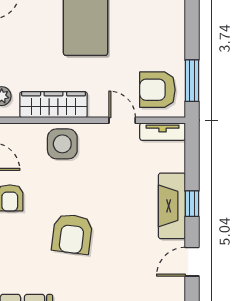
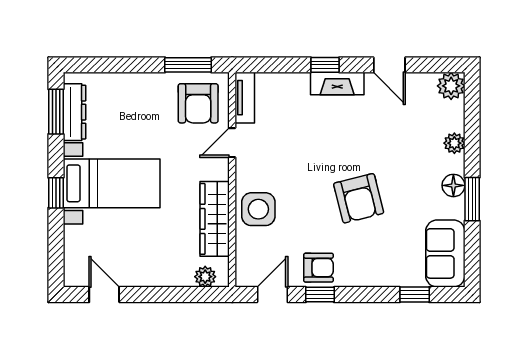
fireplace: (172, 206) -> (337, 84), width x0.73, depth x0.76
armchair: (72, 234) -> (359, 198), turned 69

